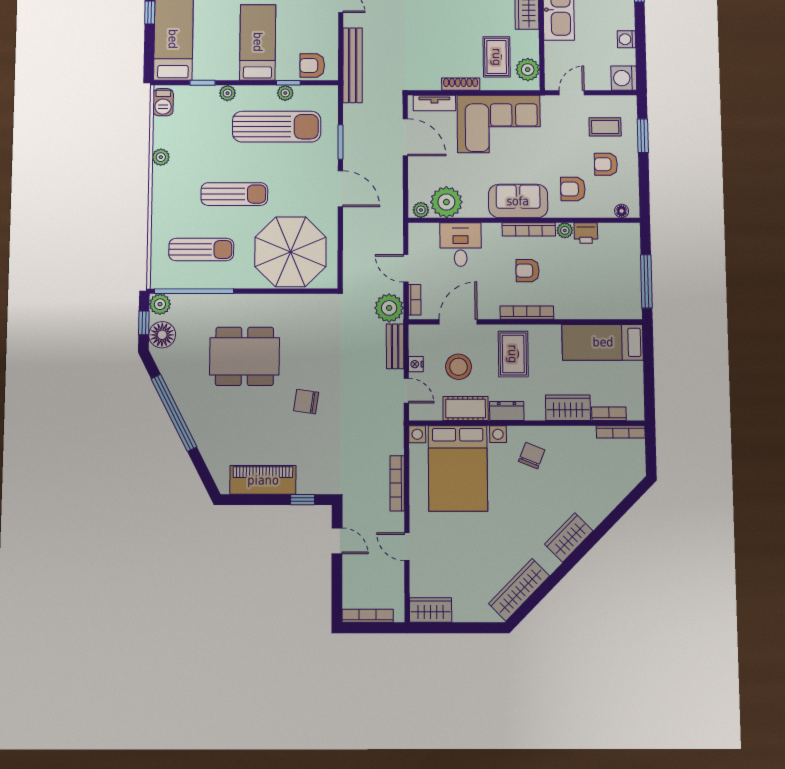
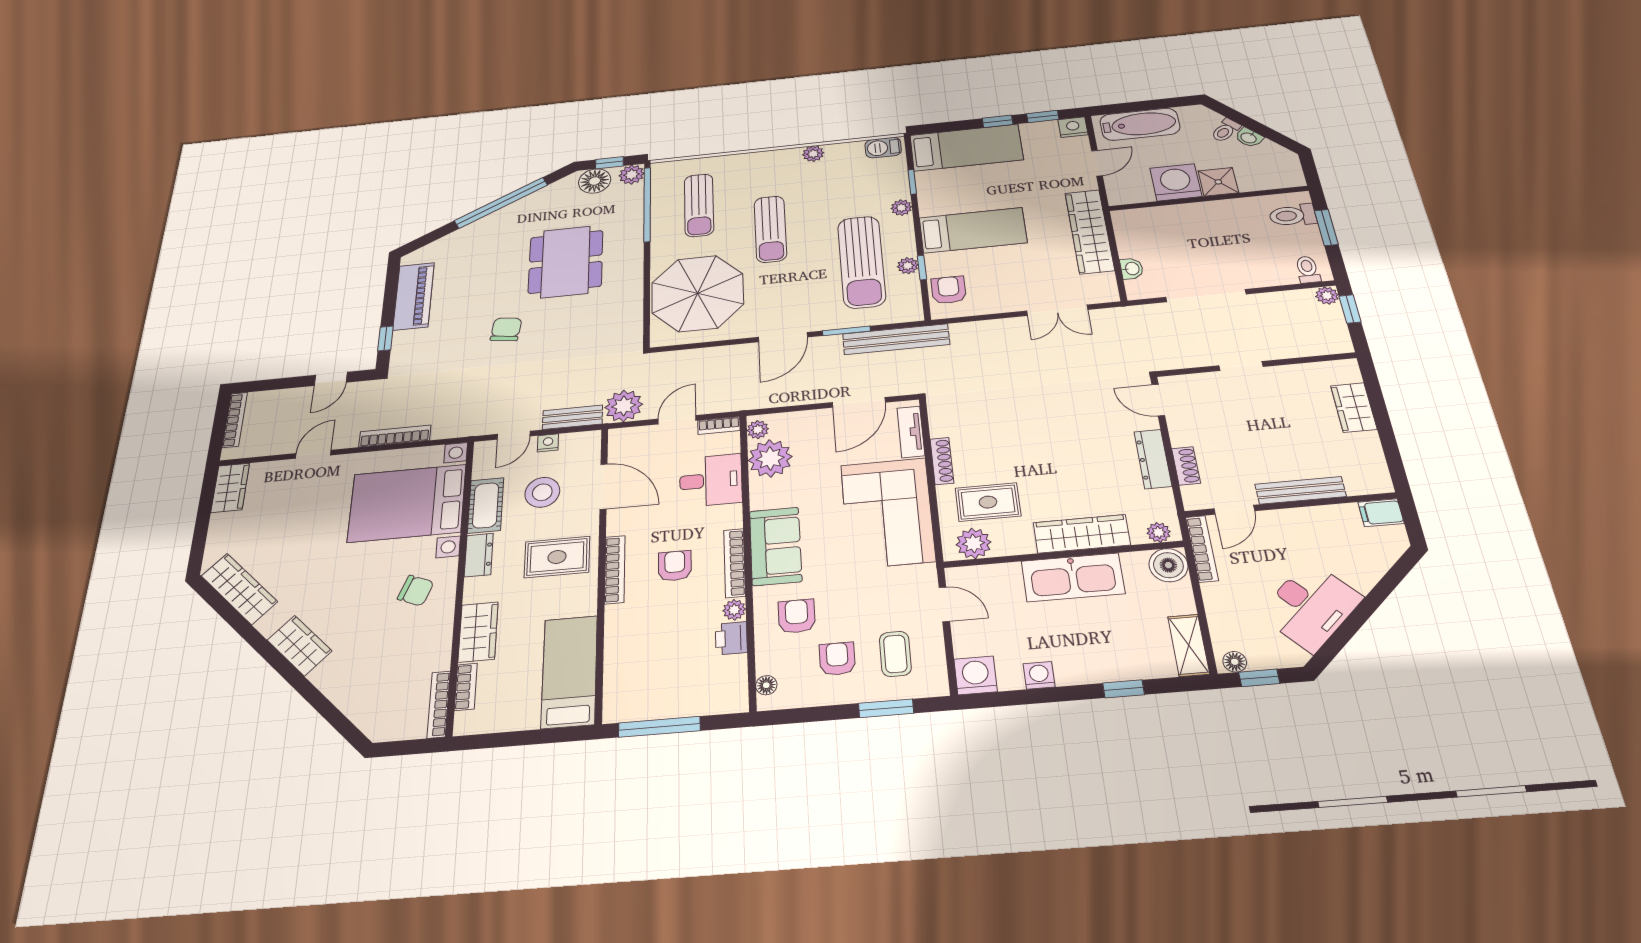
bench: (353, 65) -> (896, 339), moved
bookcase: (415, 300) -> (719, 426), moved

